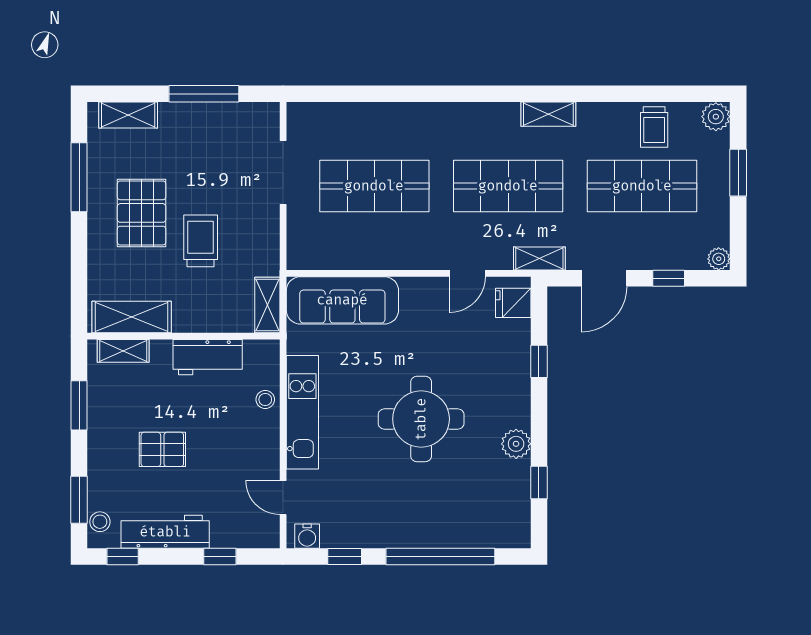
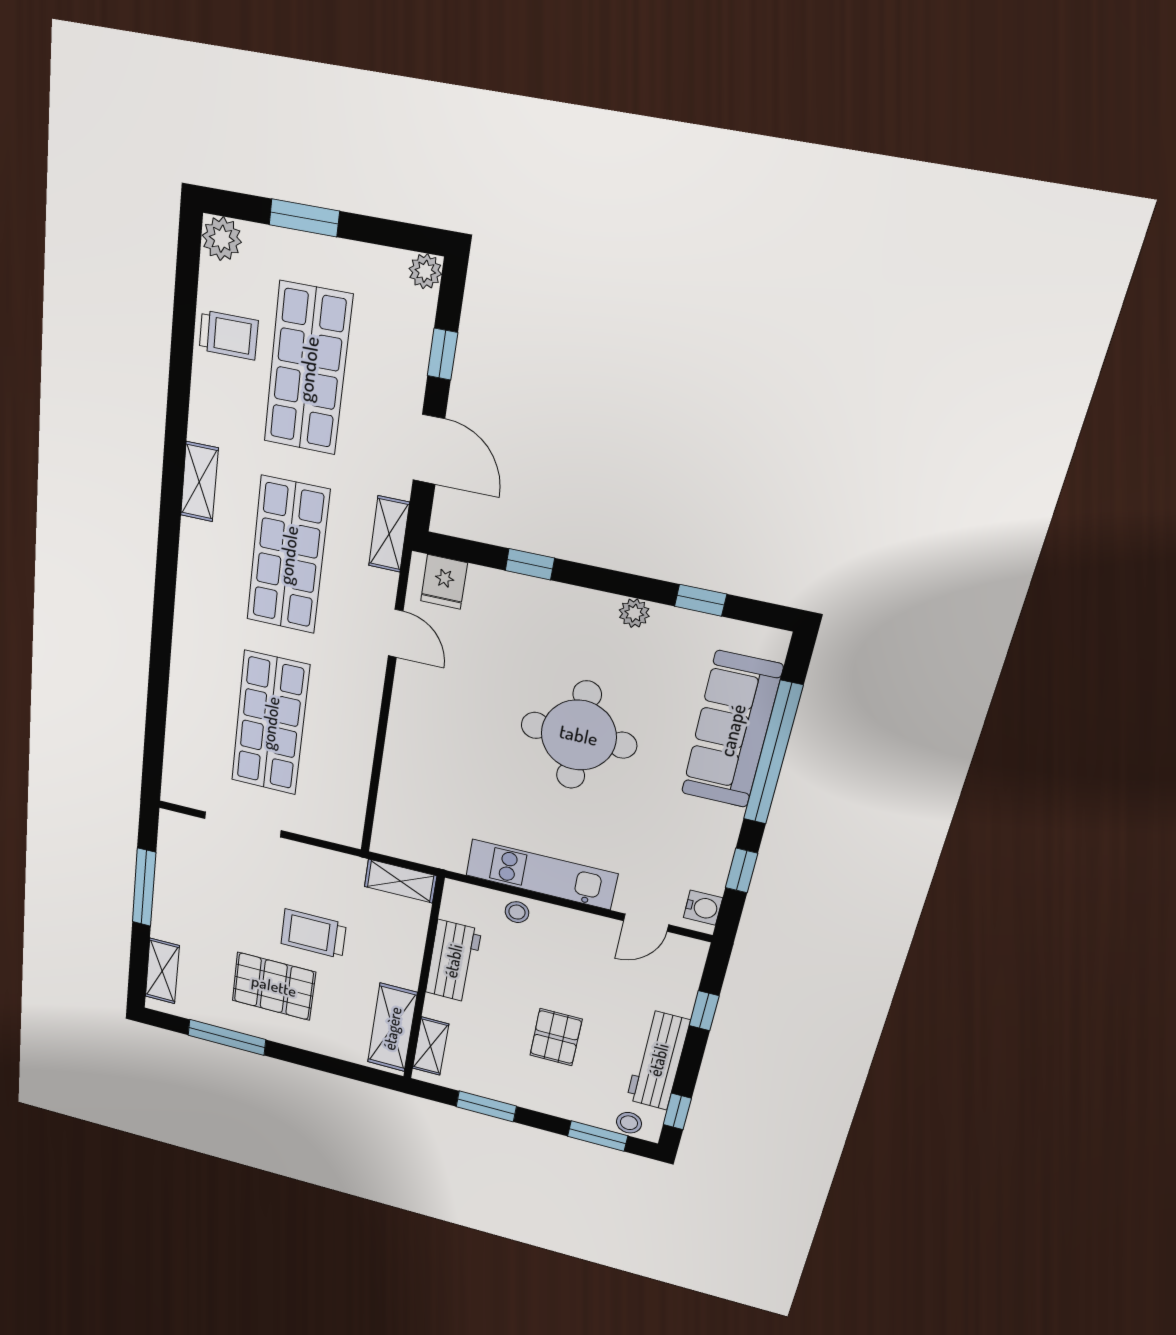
sofa: (342, 300) -> (732, 730), moved, turned 180
plant: (516, 444) -> (634, 613), width x0.73, depth x0.73

